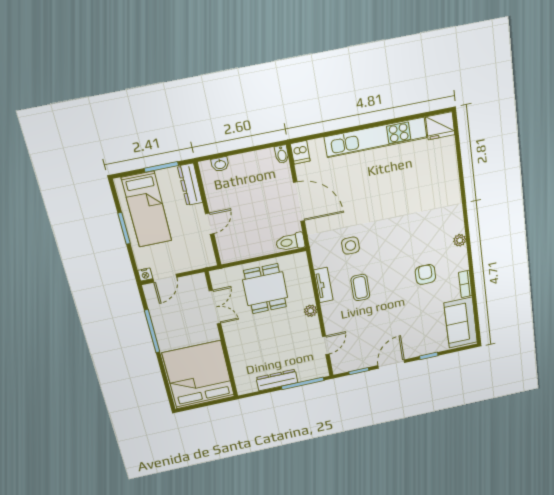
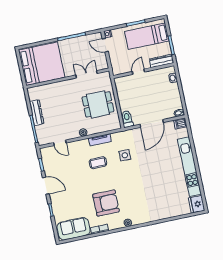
door: (210, 224) -> (138, 72), swing flipped
armchair: (425, 274) -> (106, 203), width x1.88, depth x1.88
double door: (215, 307) -> (87, 74), swing flipped

